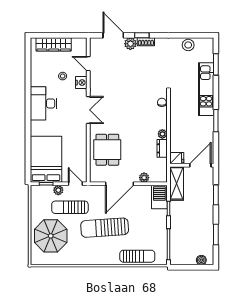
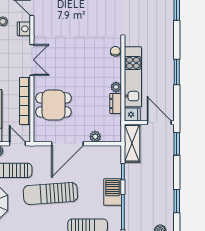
kitchen unit: (206, 89) -> (133, 77), moved, turned 180
bookcase: (82, 146) -> (25, 101), added
dining table: (107, 150) -> (54, 105), turned 90
door: (200, 165) -> (159, 123), hinge flipped
window: (216, 195) -> (177, 144), moved
barbecue: (159, 197) -> (113, 192), moved

